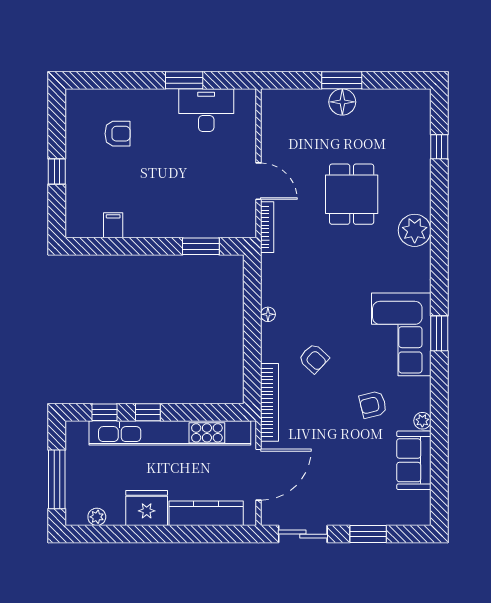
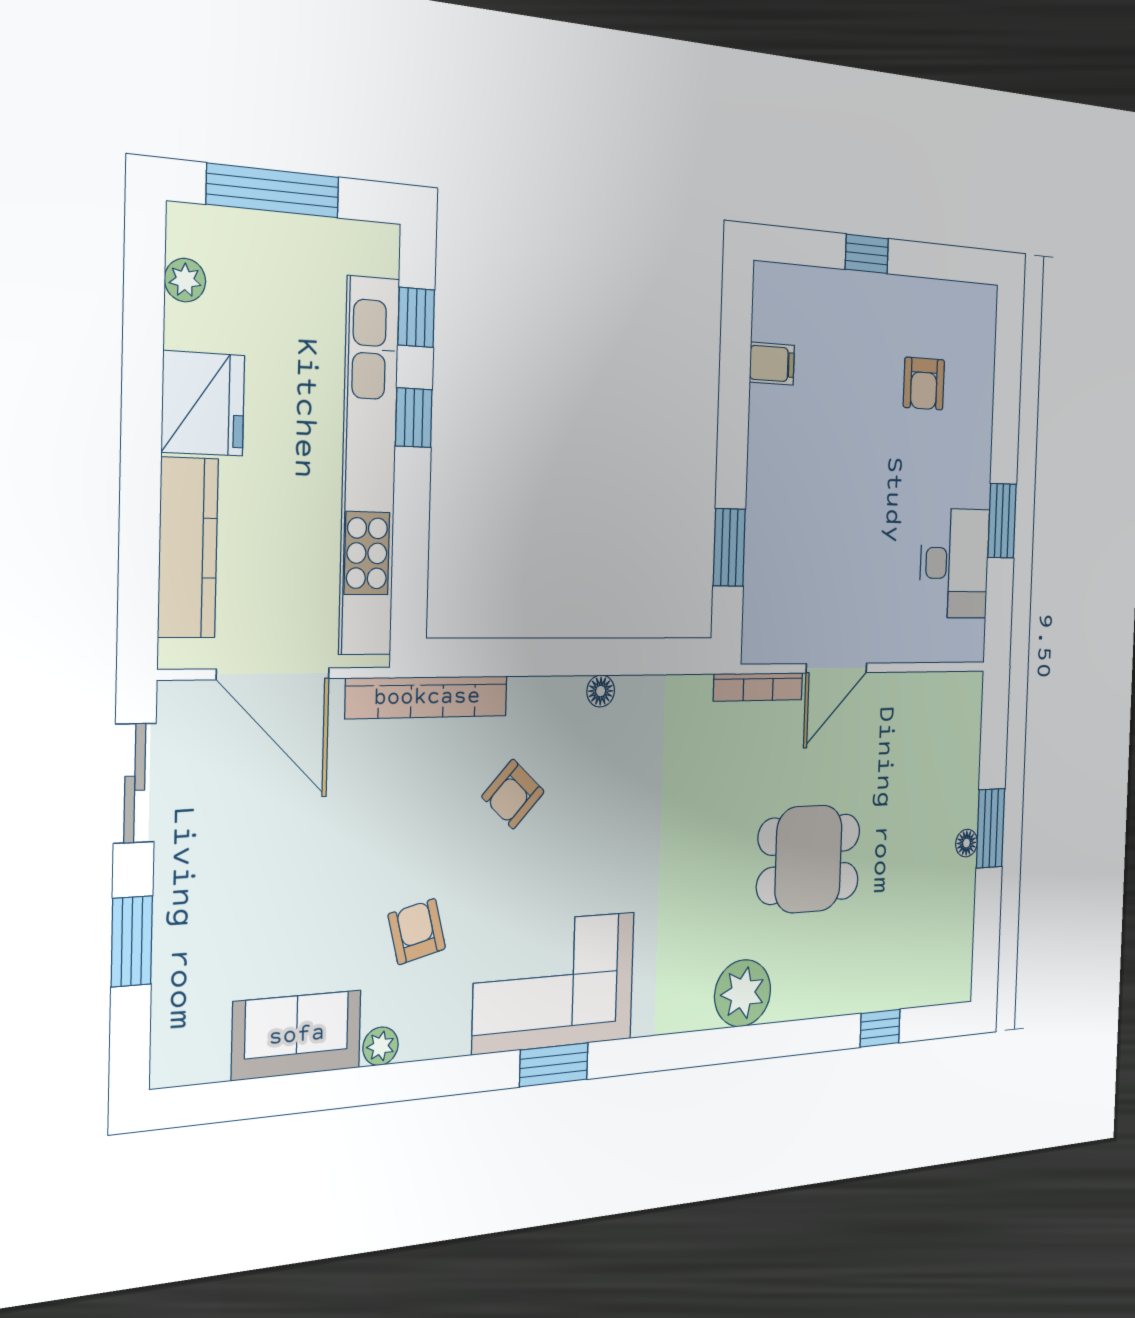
floor lamp: (342, 102) -> (967, 843), width x0.53, depth x0.53

